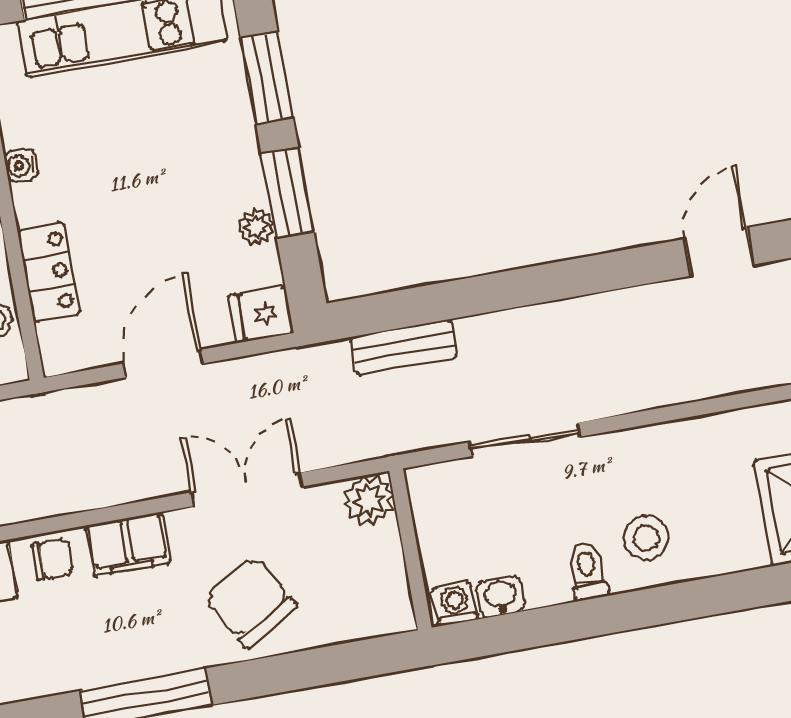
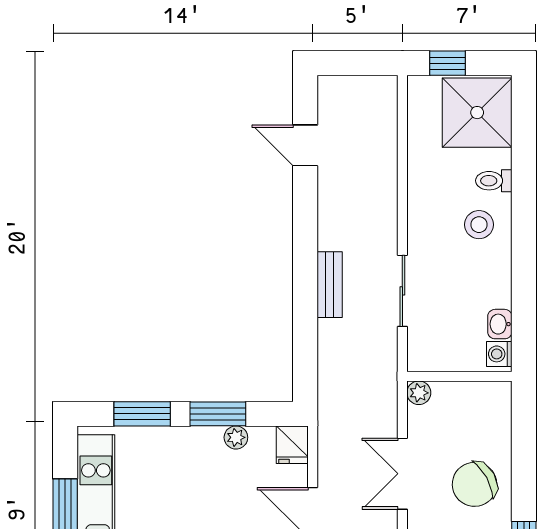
bench: (404, 347) -> (330, 285), moved
plant: (369, 500) -> (419, 393), width x0.73, depth x0.73
toilet: (588, 571) -> (494, 181), moved

